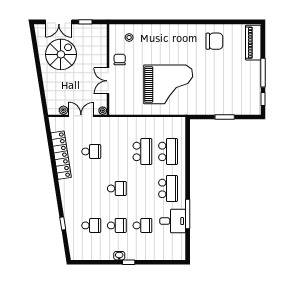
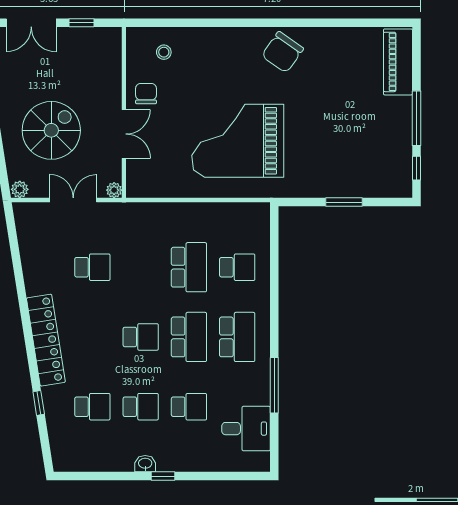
chair: (214, 41) -> (283, 52), moved, turned 125
spiral stairs: (61, 54) -> (51, 130), moved
double door: (108, 81) -> (124, 134), swing flipped
grand piano: (168, 84) -> (238, 141), turned 180
plant: (63, 110) -> (20, 189), moved
school desk: (168, 151) -> (237, 267), width x0.54
locker: (61, 155) -> (46, 340), moved
school desk: (142, 188) -> (189, 337), added
desk: (173, 221) -> (246, 429), moved

